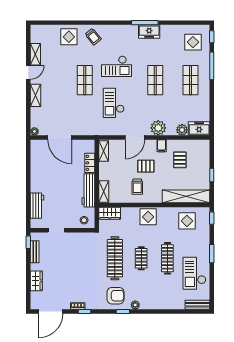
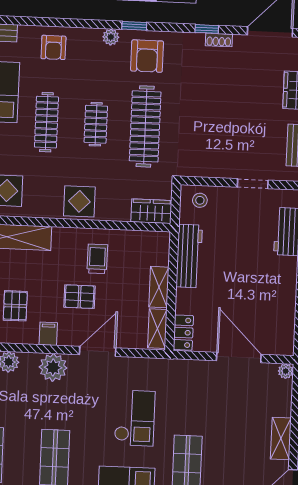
locker: (90, 163) -> (183, 333), moved
shelving: (104, 191) -> (159, 287), moved
armchair: (115, 296) -> (147, 56), turned -90
armchair: (165, 298) -> (53, 47), added

